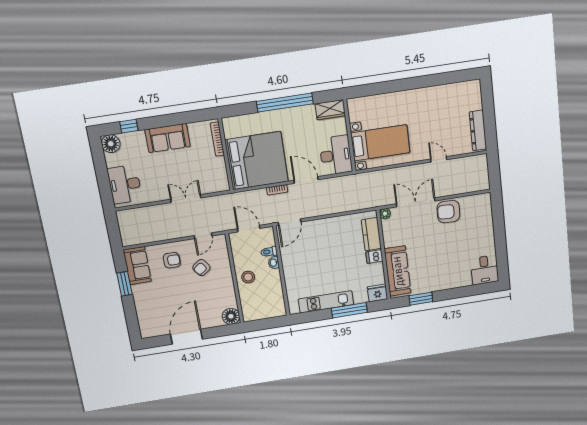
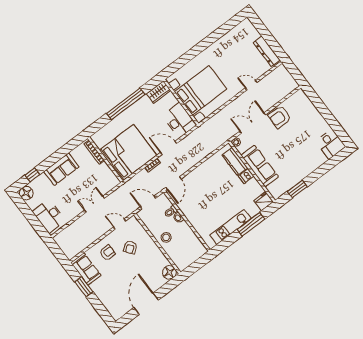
bed with nightstands: (380, 143) -> (201, 90), width x1.36
door: (203, 236) -> (120, 224), swing flipped
sofa: (398, 271) -> (260, 166), moved

